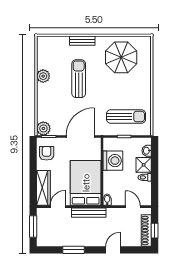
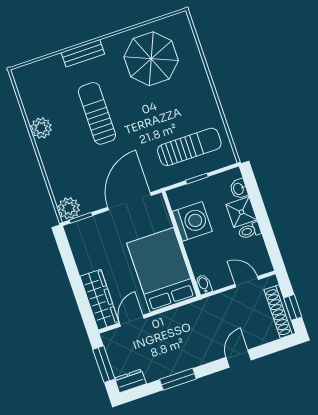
armchair: (47, 153) -> (86, 245), removed
bench: (89, 213) -> (182, 314), removed
dresser: (45, 242) -> (130, 381), added

